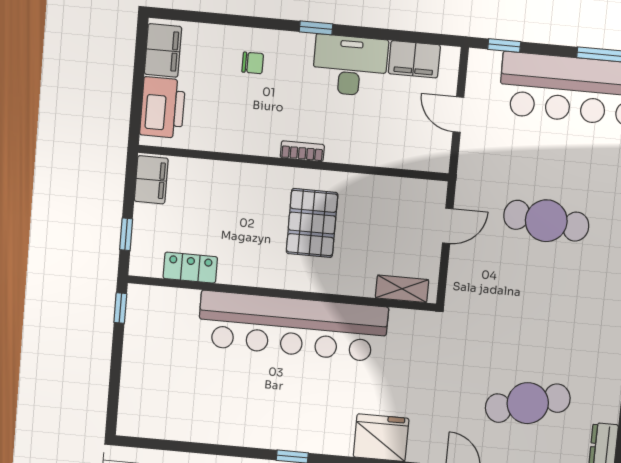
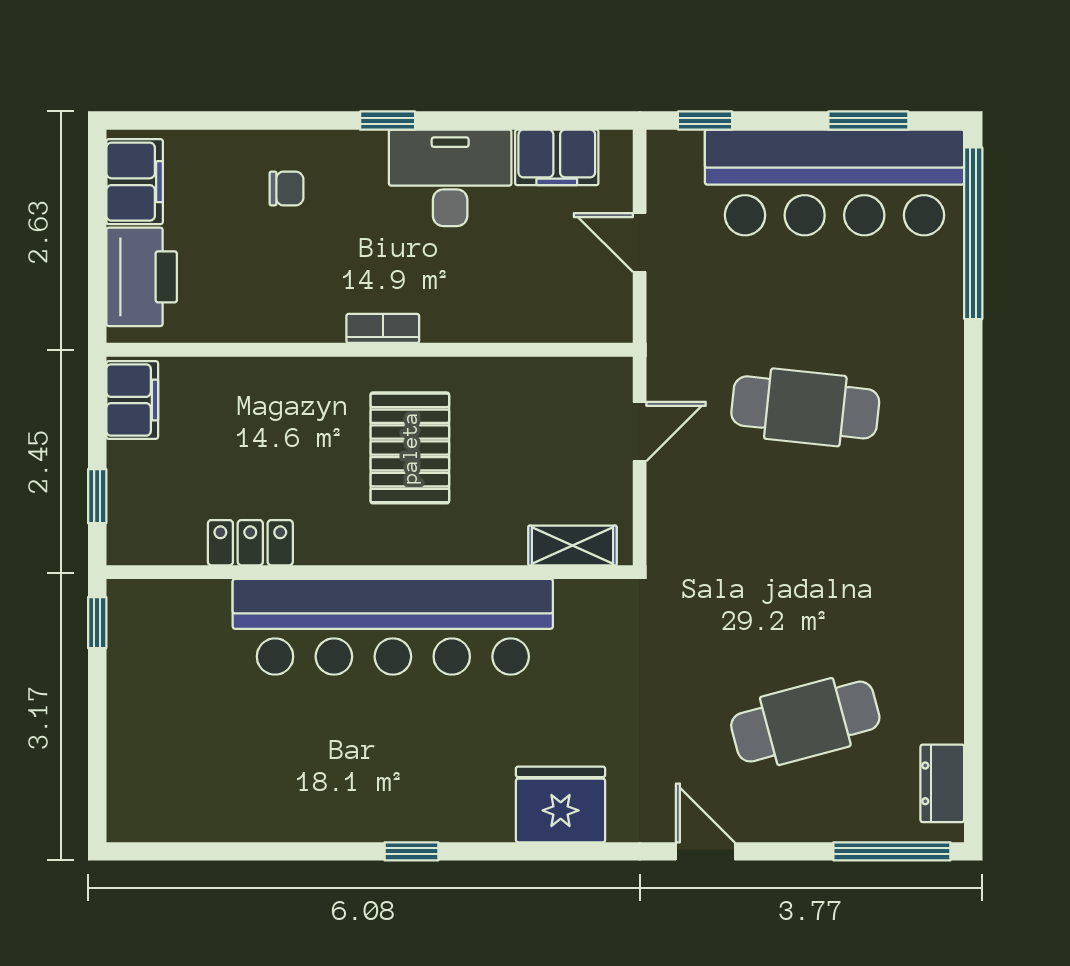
locker: (190, 268) -> (250, 543), moved

